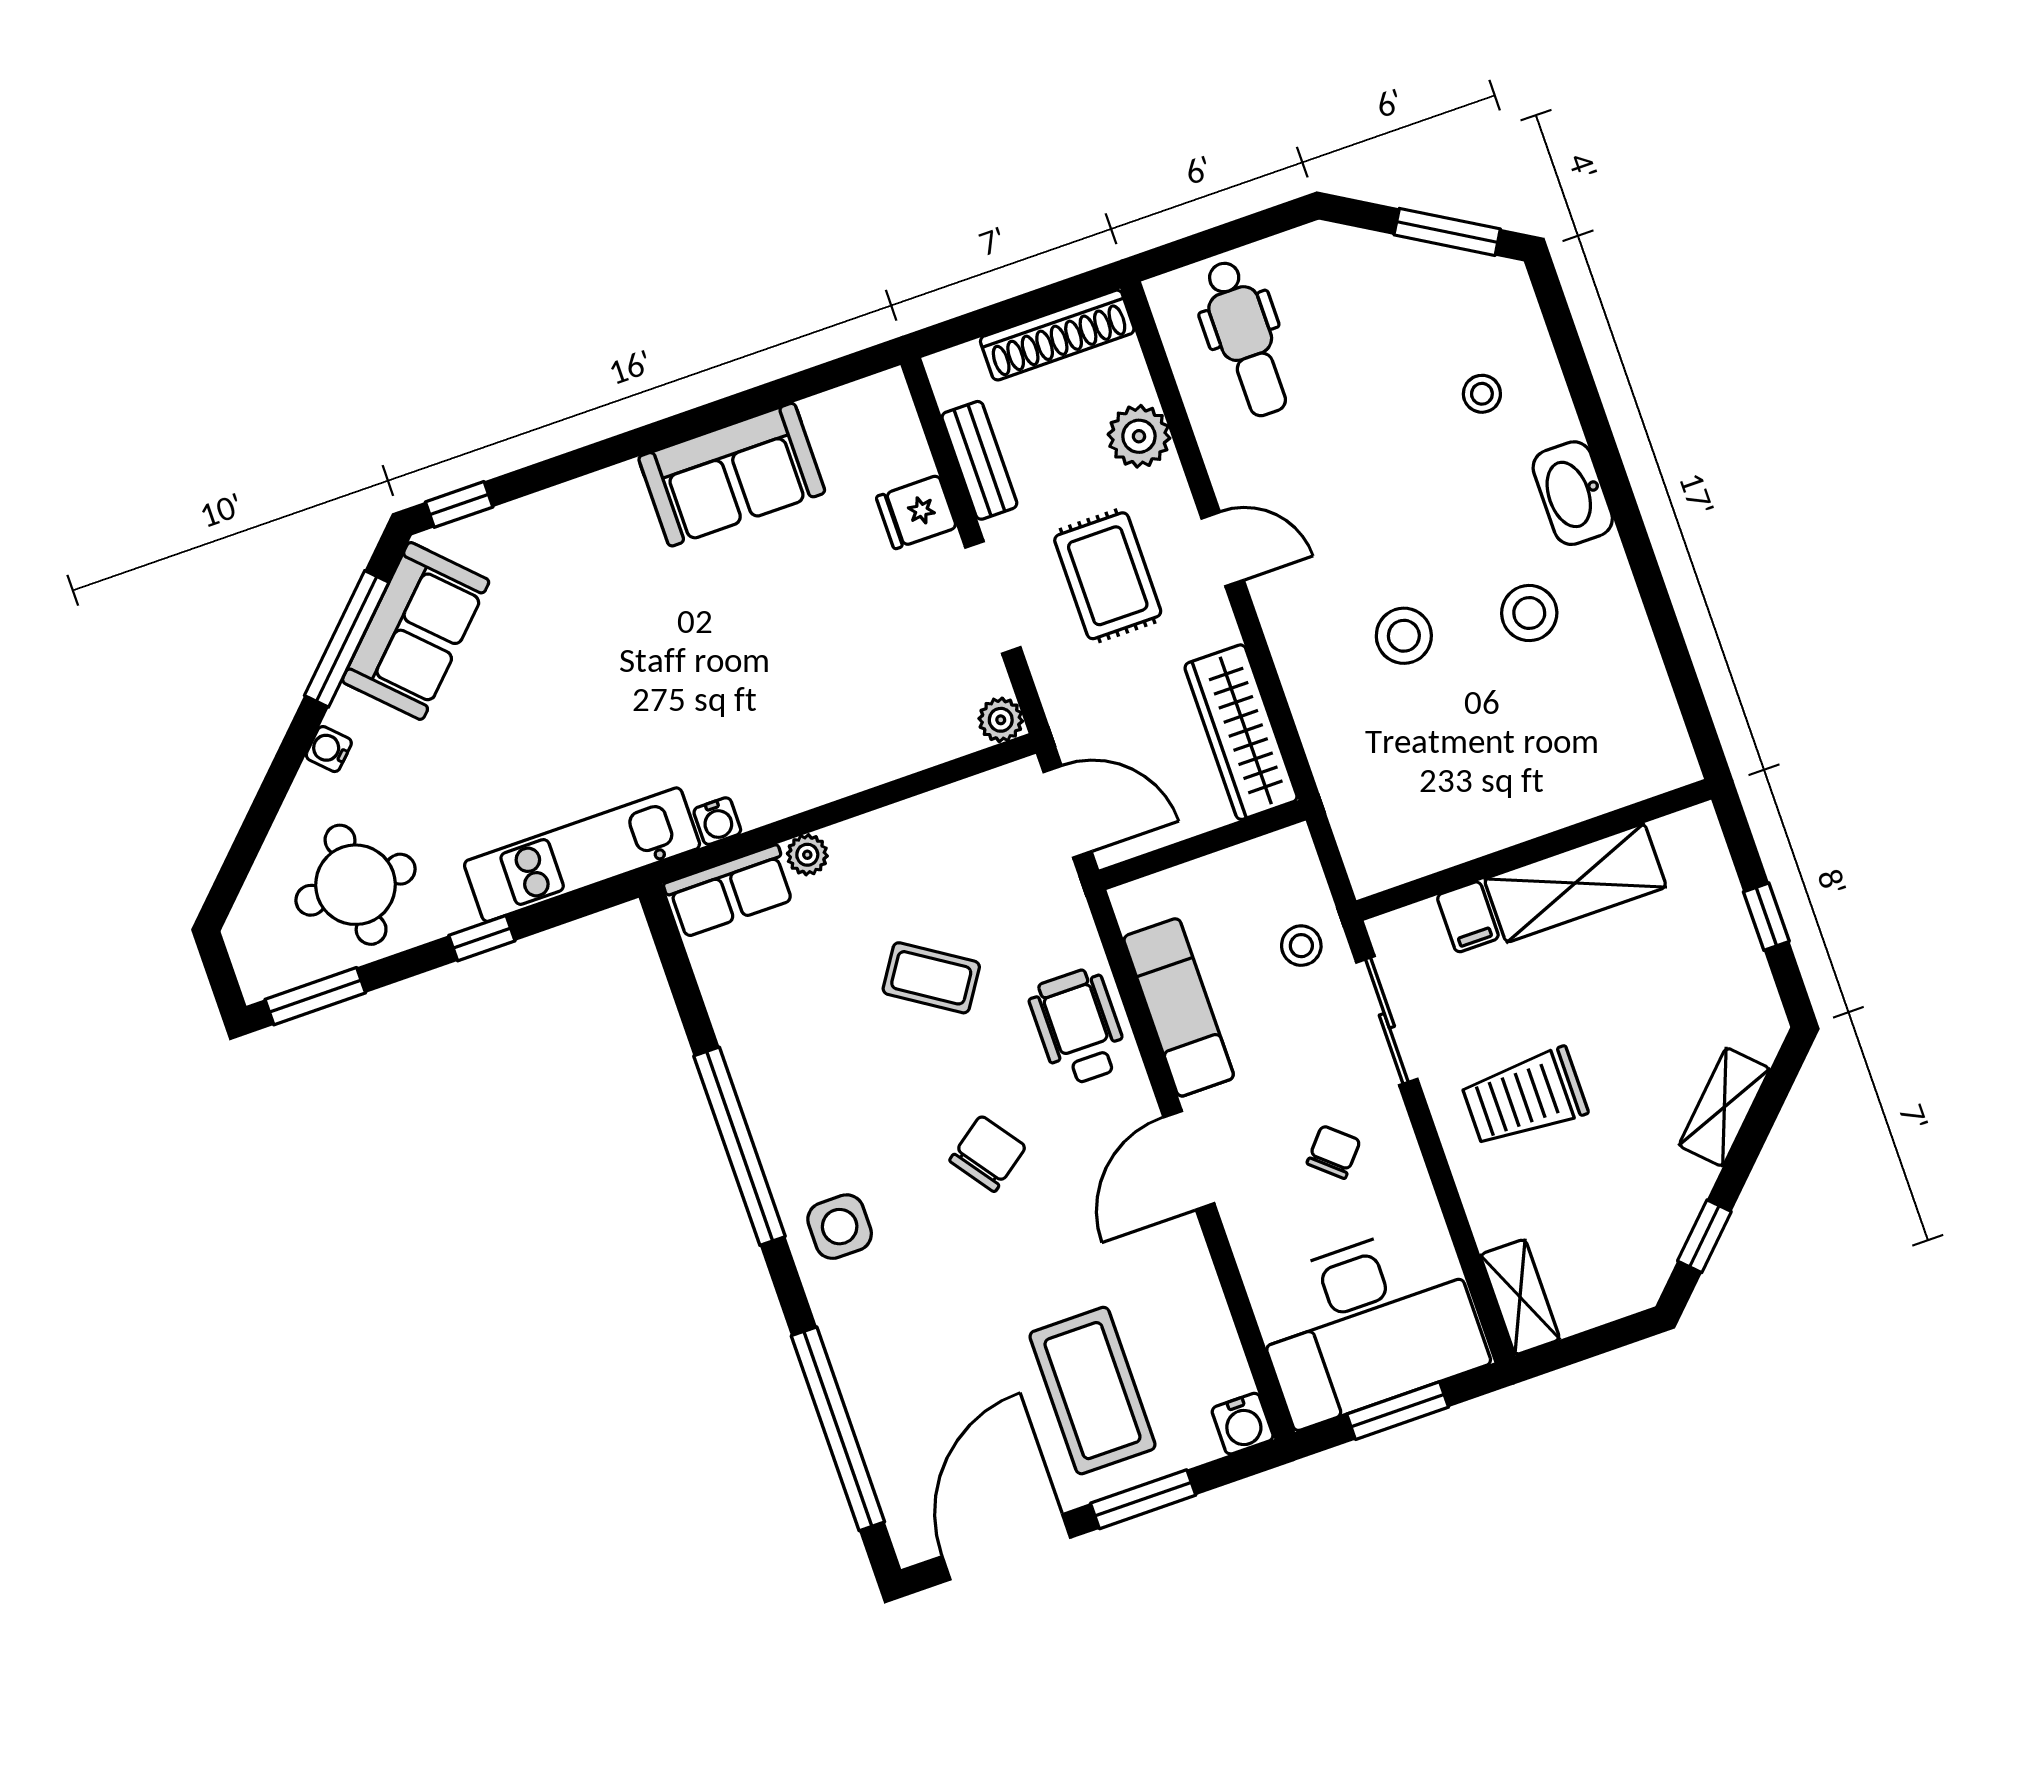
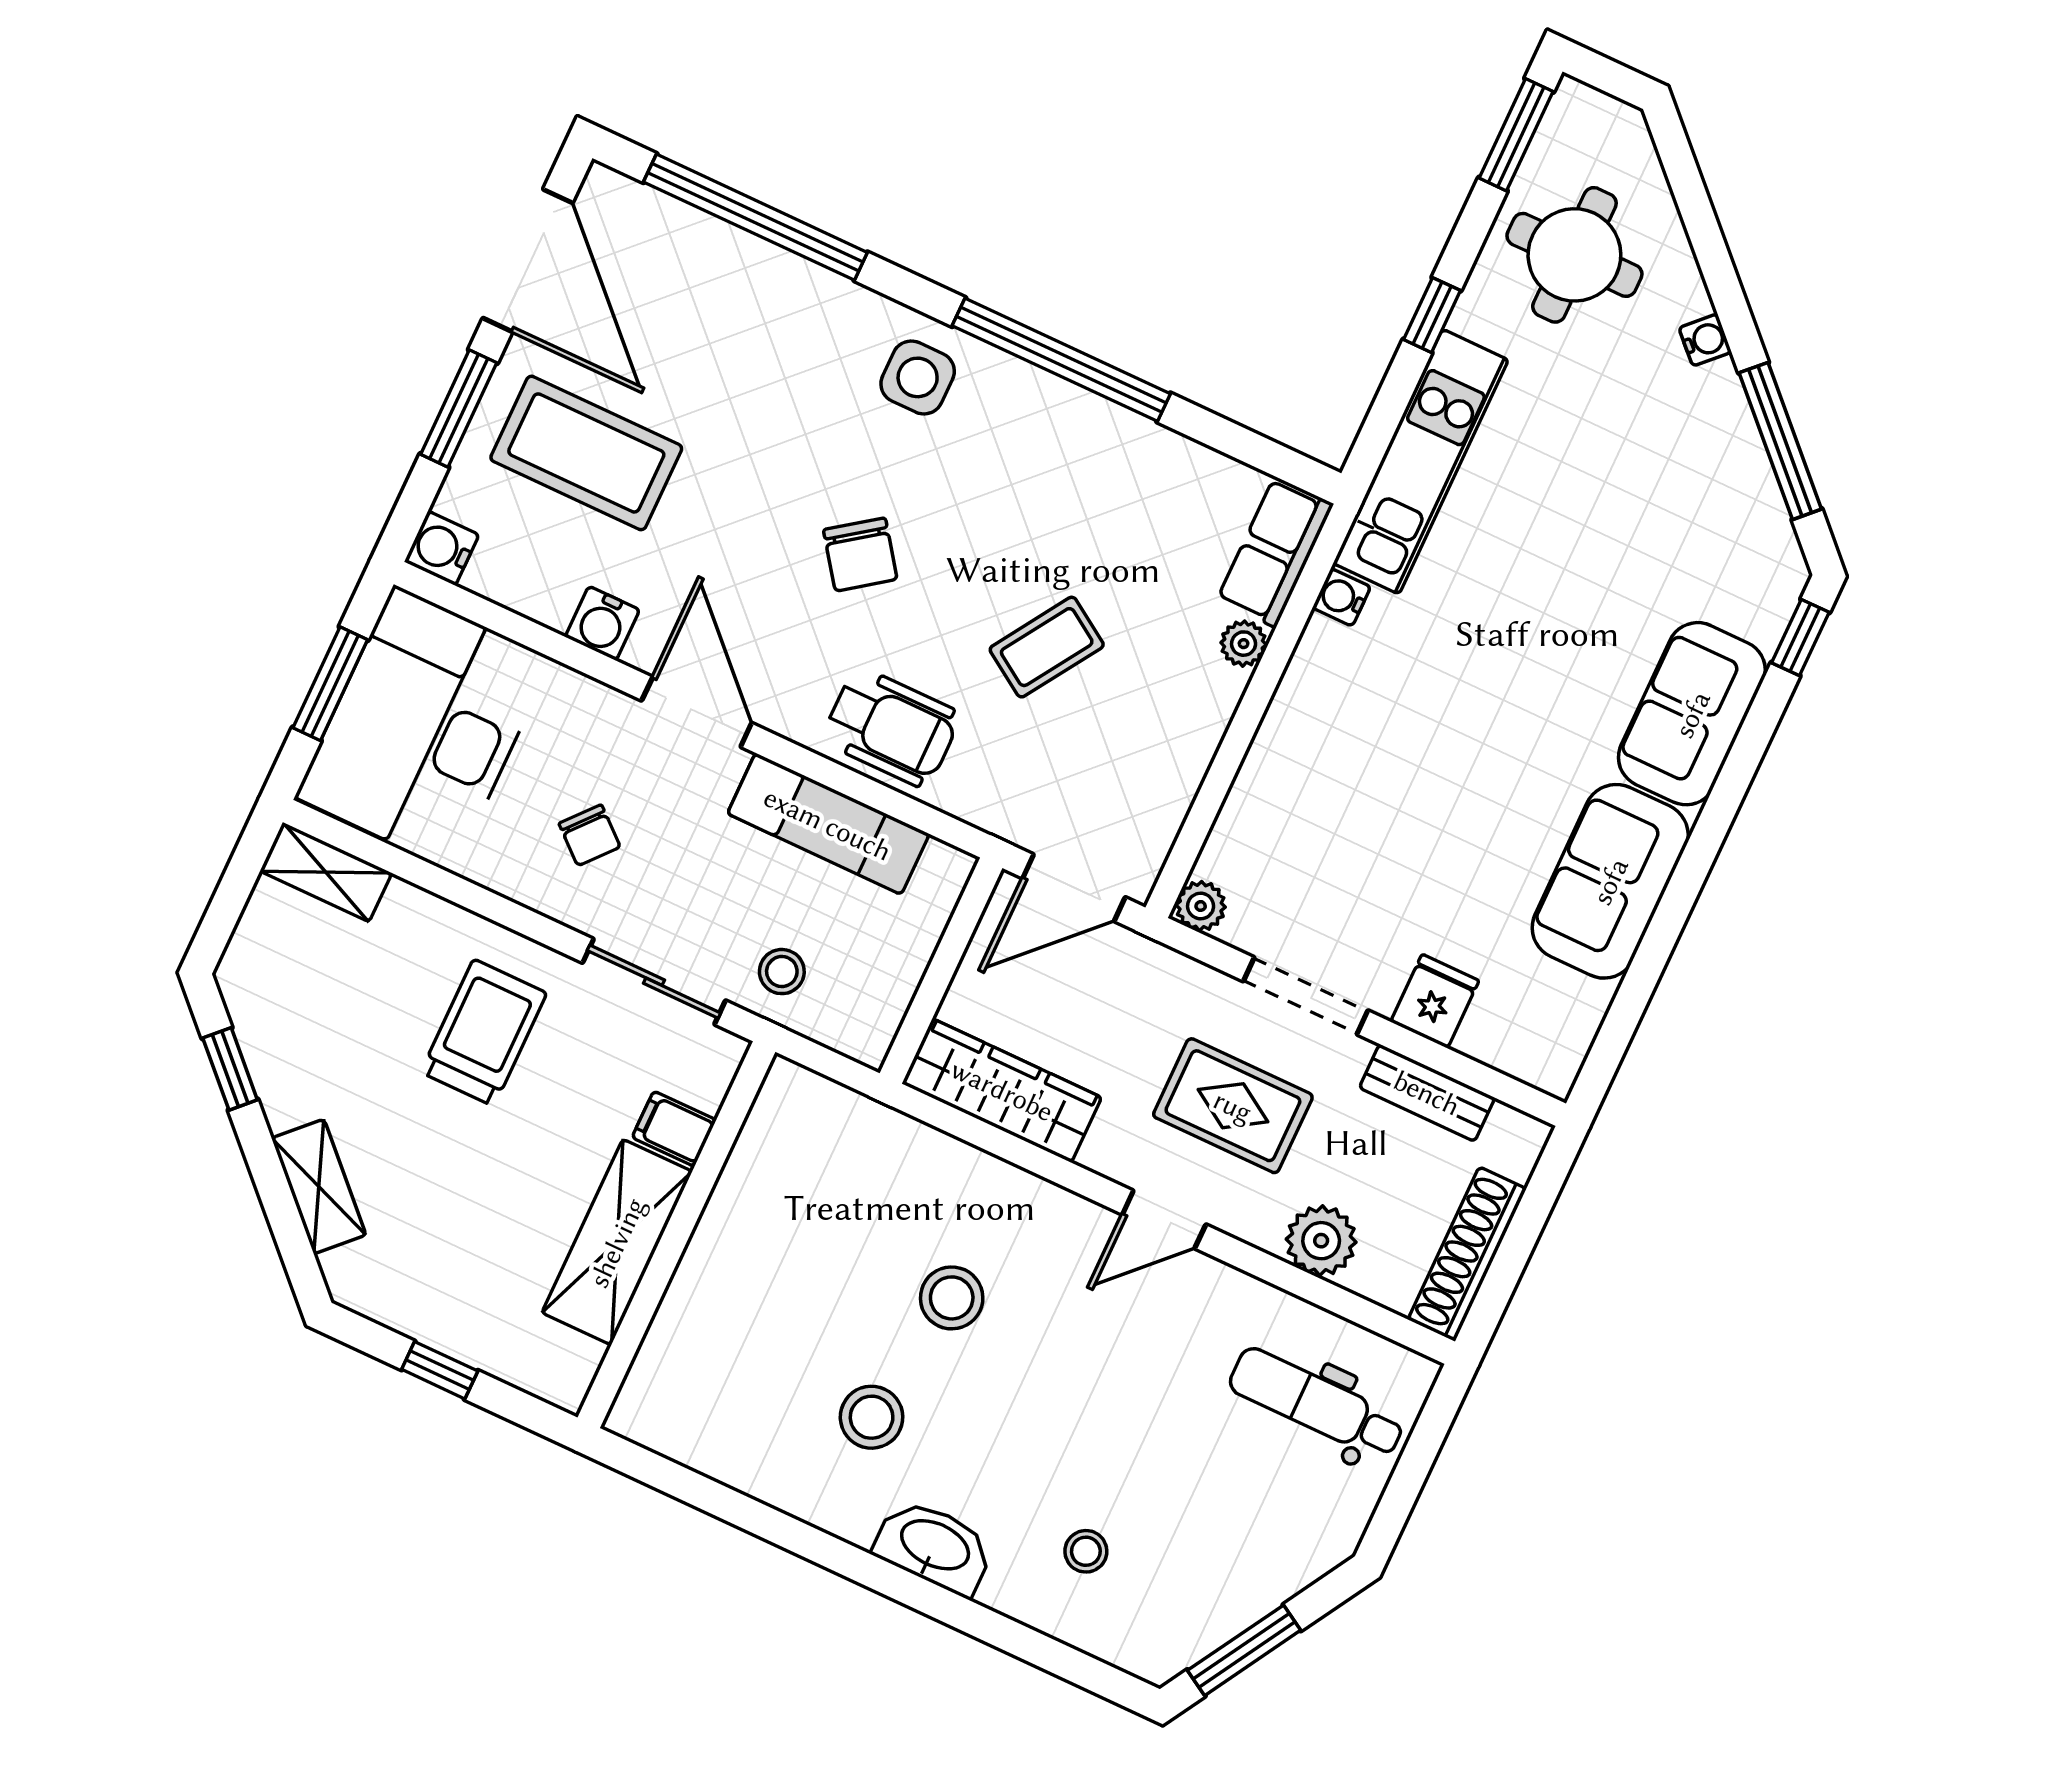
sofa: (416, 631) -> (1692, 714), moved, turned 45
water cooler: (1191, 1275) -> (602, 623), added

